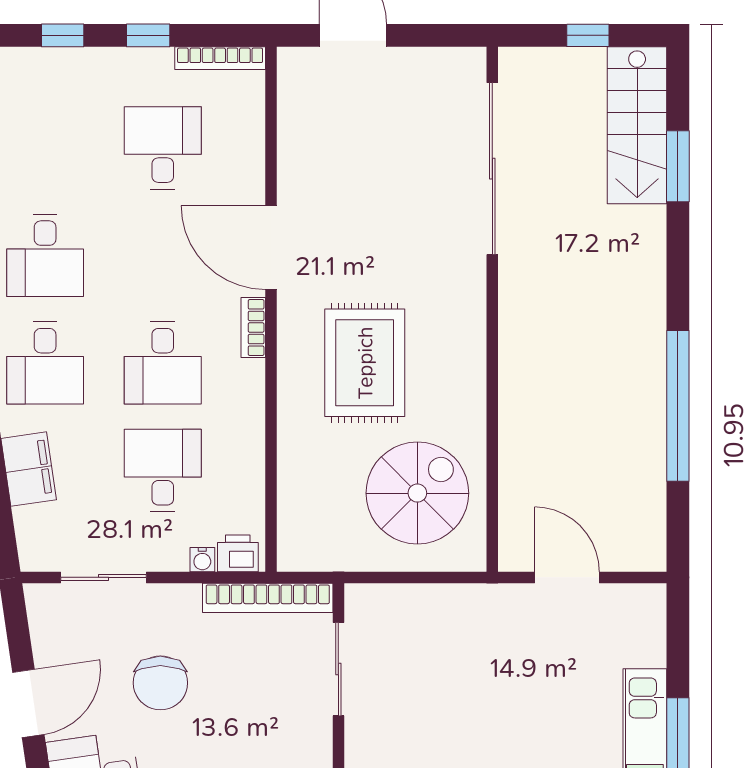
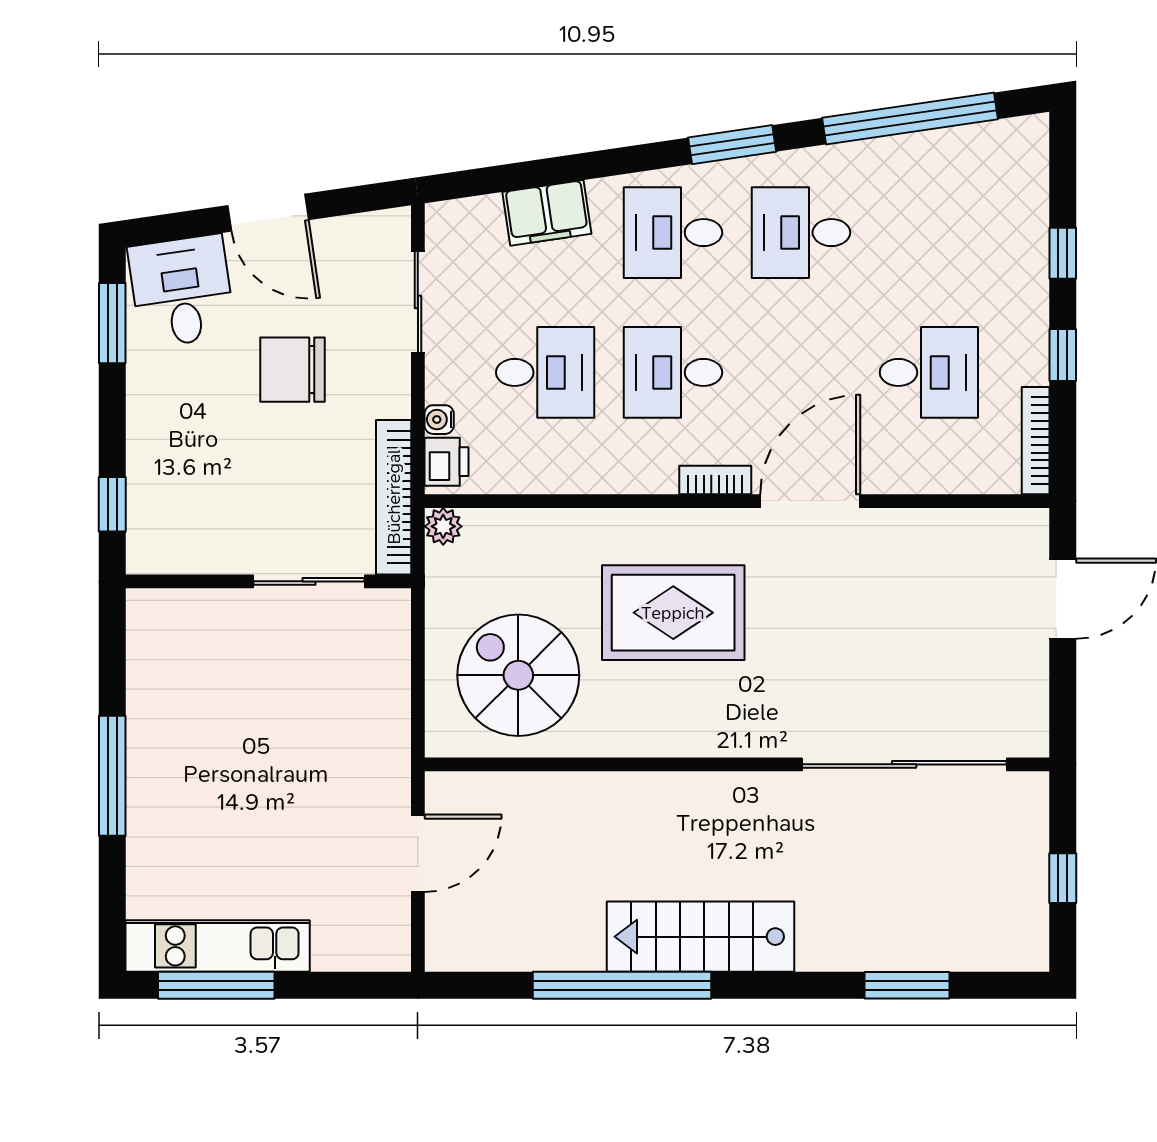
stairs: (637, 125) -> (701, 937), moved
spiral stairs: (417, 493) -> (518, 675), turned 180
plant: (292, 556) -> (443, 526), added

